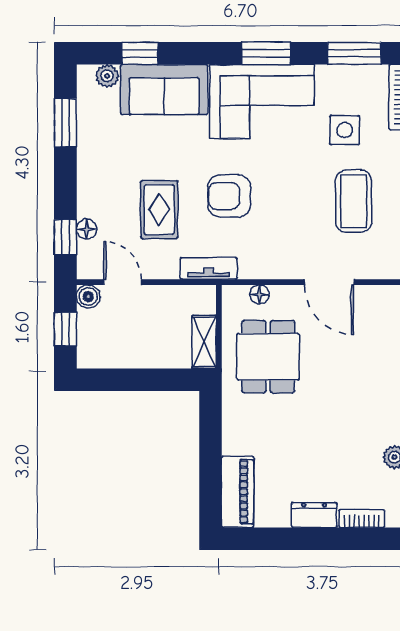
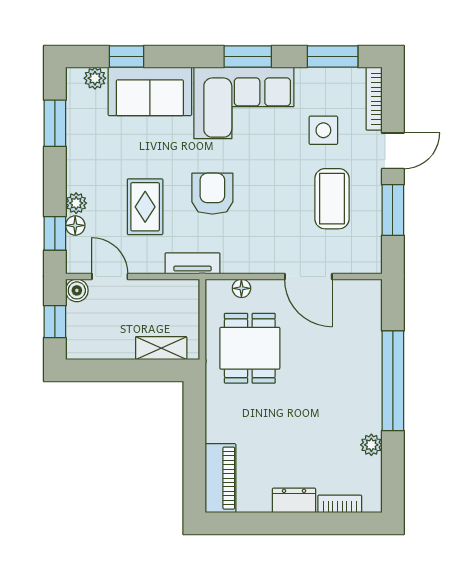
armchair: (229, 196) -> (212, 194), turned 90
plant: (88, 206) -> (76, 203), added
shelving: (204, 342) -> (161, 348), moved, turned 90

